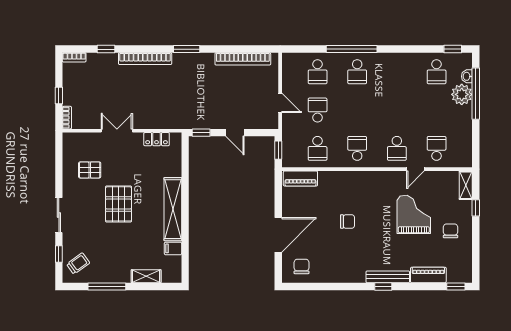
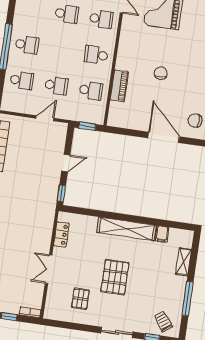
school desk: (318, 110) -> (56, 85), turned 180
school desk: (397, 110) -> (67, 14), added
piano: (300, 178) -> (119, 86), moved
pallet: (119, 204) -> (115, 277), turned 90

